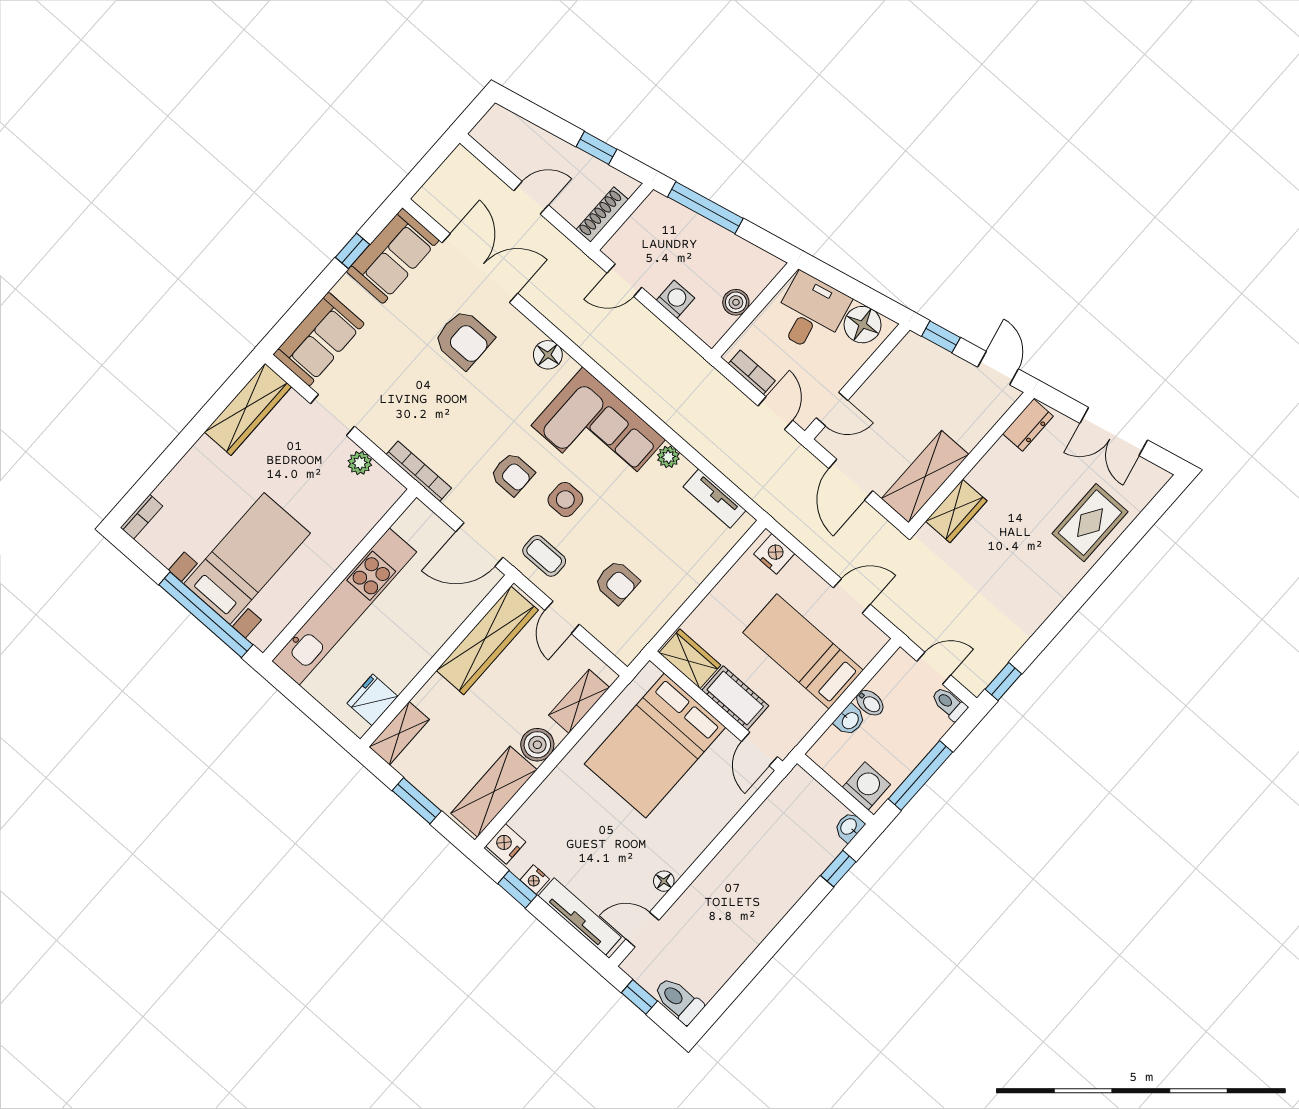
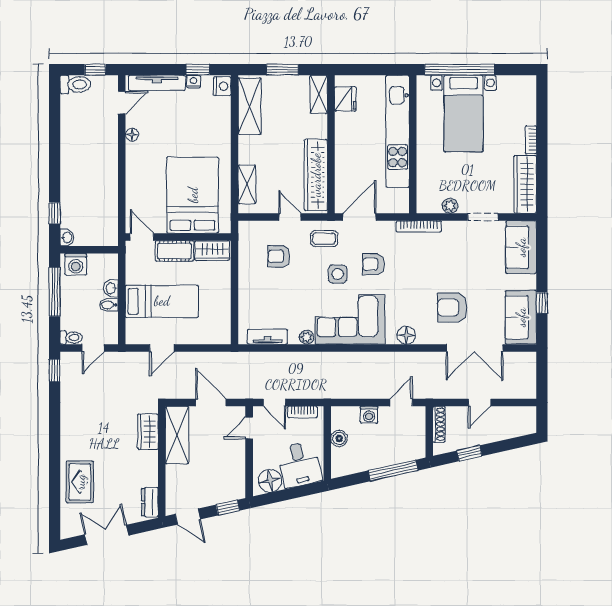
bookcase: (141, 517) -> (531, 140), moved
nightstand: (774, 554) -> (216, 335), removed
boiler: (537, 745) -> (249, 146), removed

